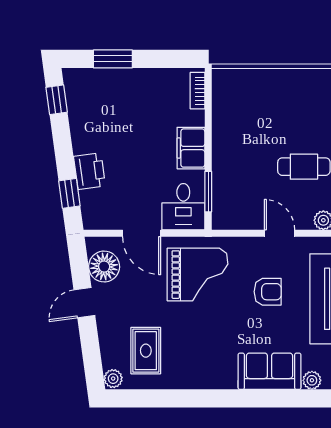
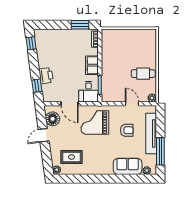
window: (113, 59) -> (80, 25), moved
grand piano: (198, 275) -> (95, 123), turned 180
rug: (146, 351) -> (71, 157), turned 90

